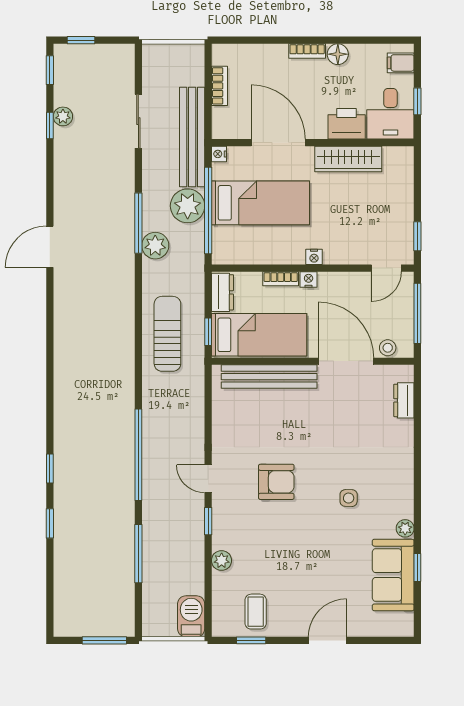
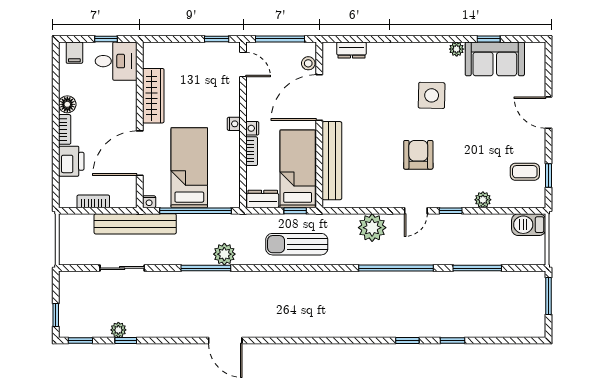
printer: (347, 124) -> (71, 161), moved, turned 180
plant: (188, 206) -> (372, 228), moved
side table: (349, 498) -> (432, 95), width x1.87, depth x1.87

